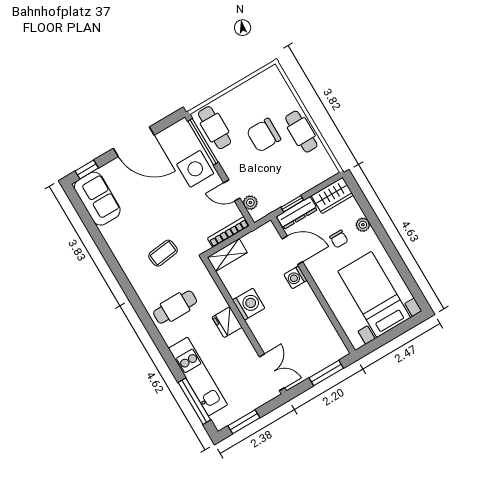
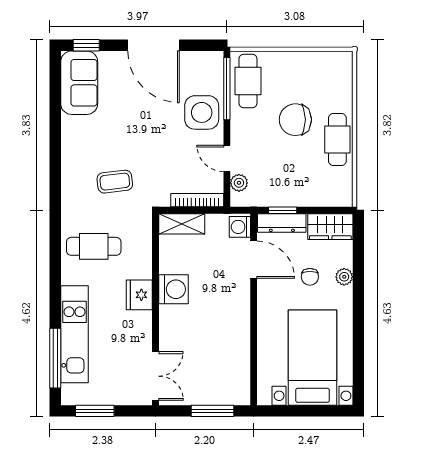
washing machine: (295, 277) -> (240, 227), moved

